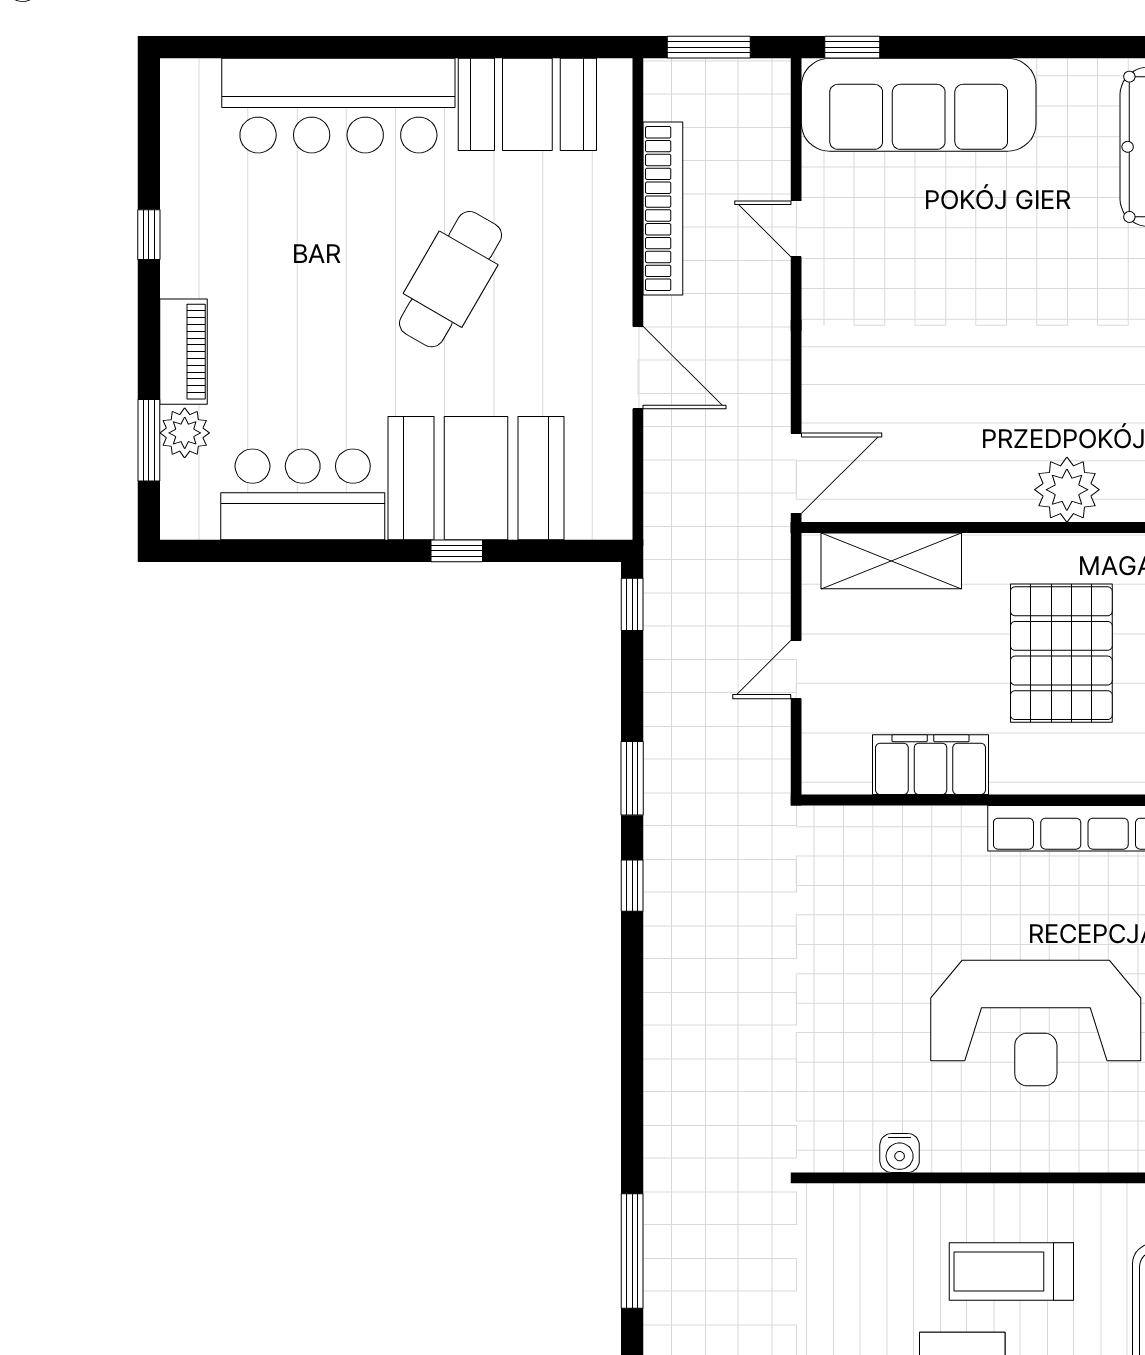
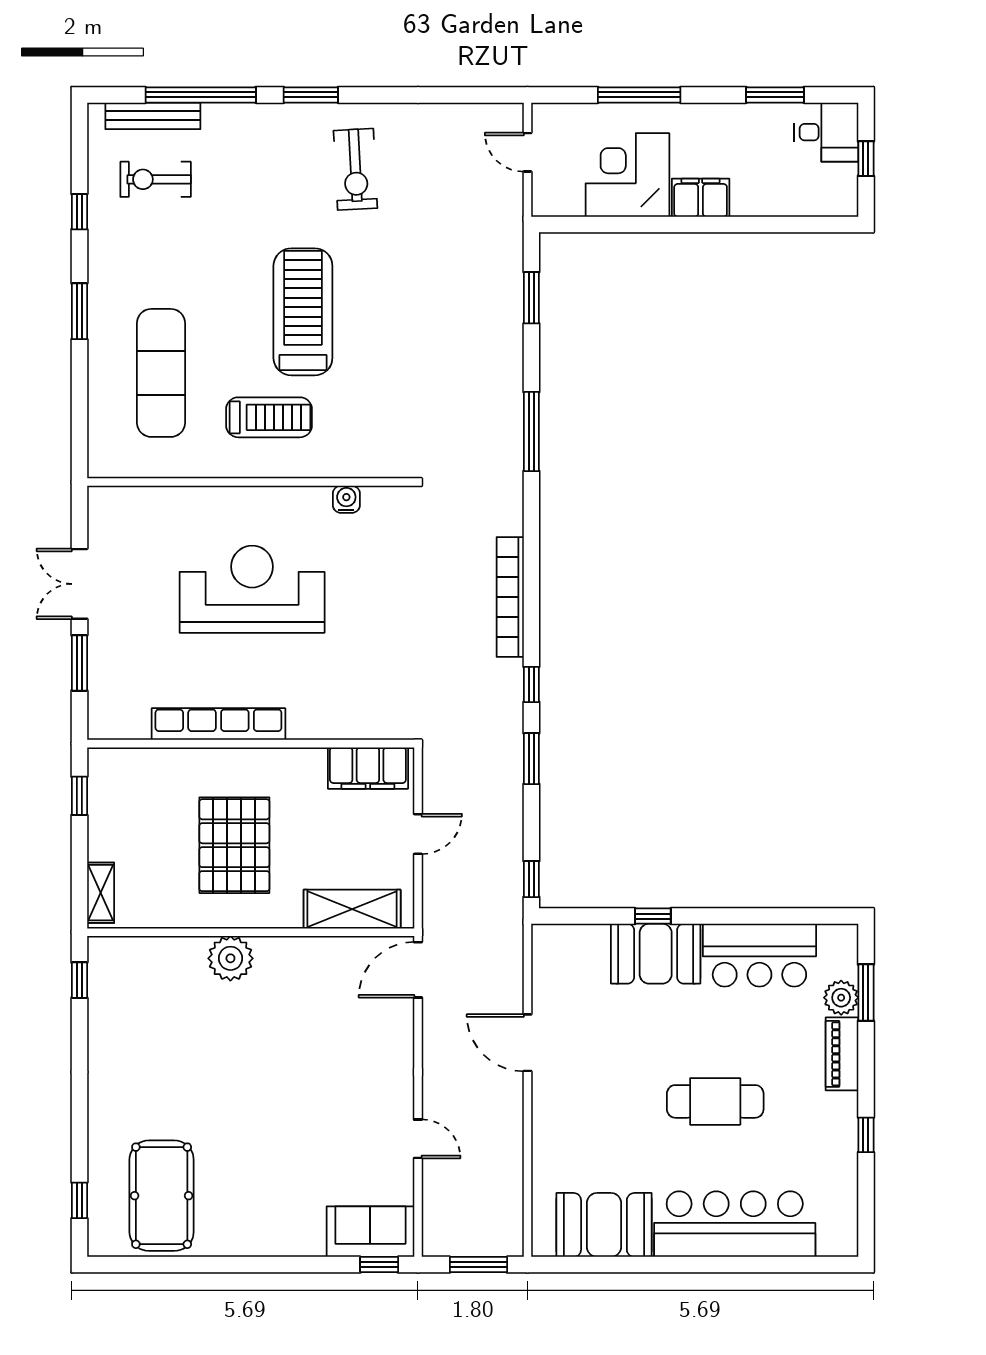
sofa: (919, 105) -> (370, 1232), width x0.54, depth x0.79
bookcase: (663, 209) -> (510, 597), moved
cafe table: (451, 279) -> (715, 1101), moved, turned 60
booth: (476, 478) -> (656, 954), width x0.73, depth x0.70
filing cabinet: (930, 765) -> (368, 768), moved

